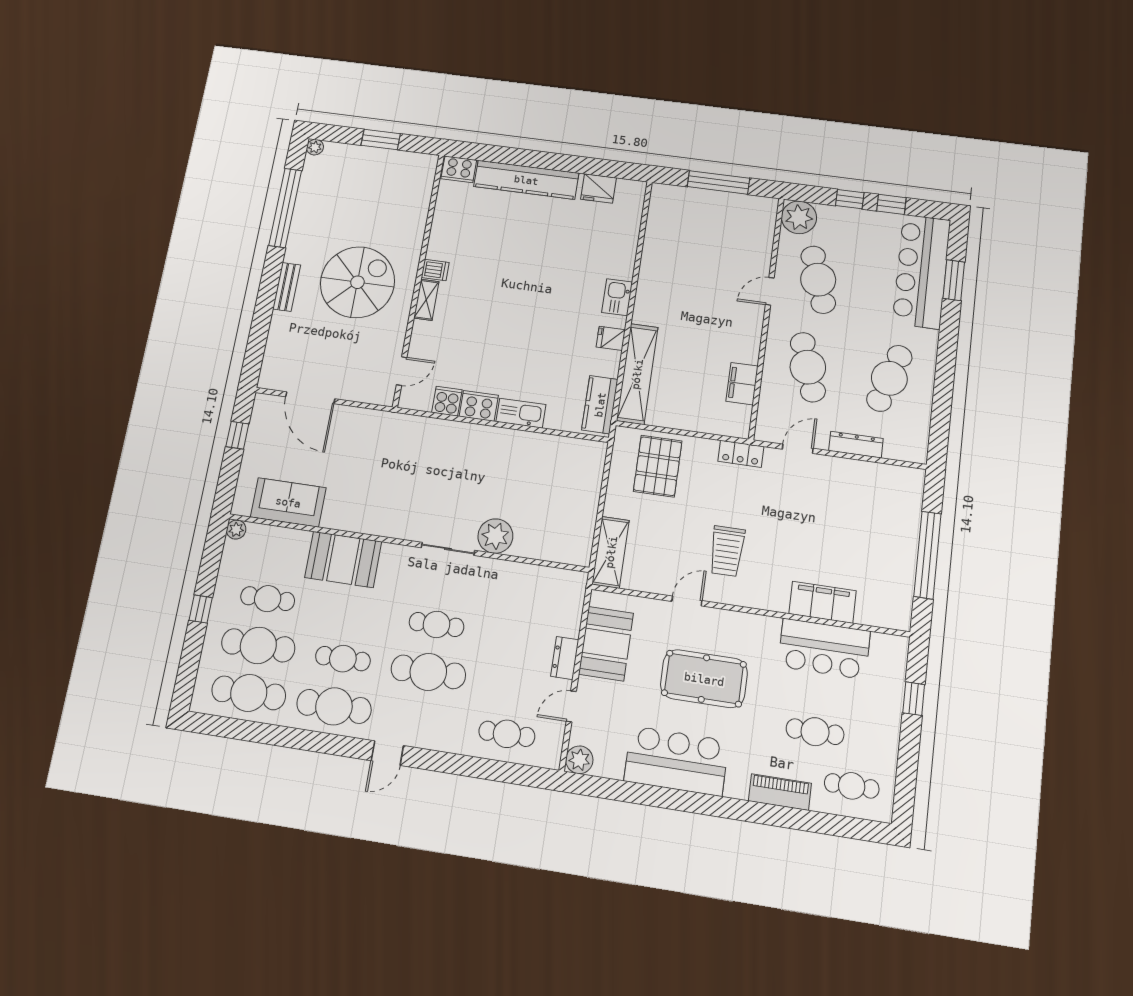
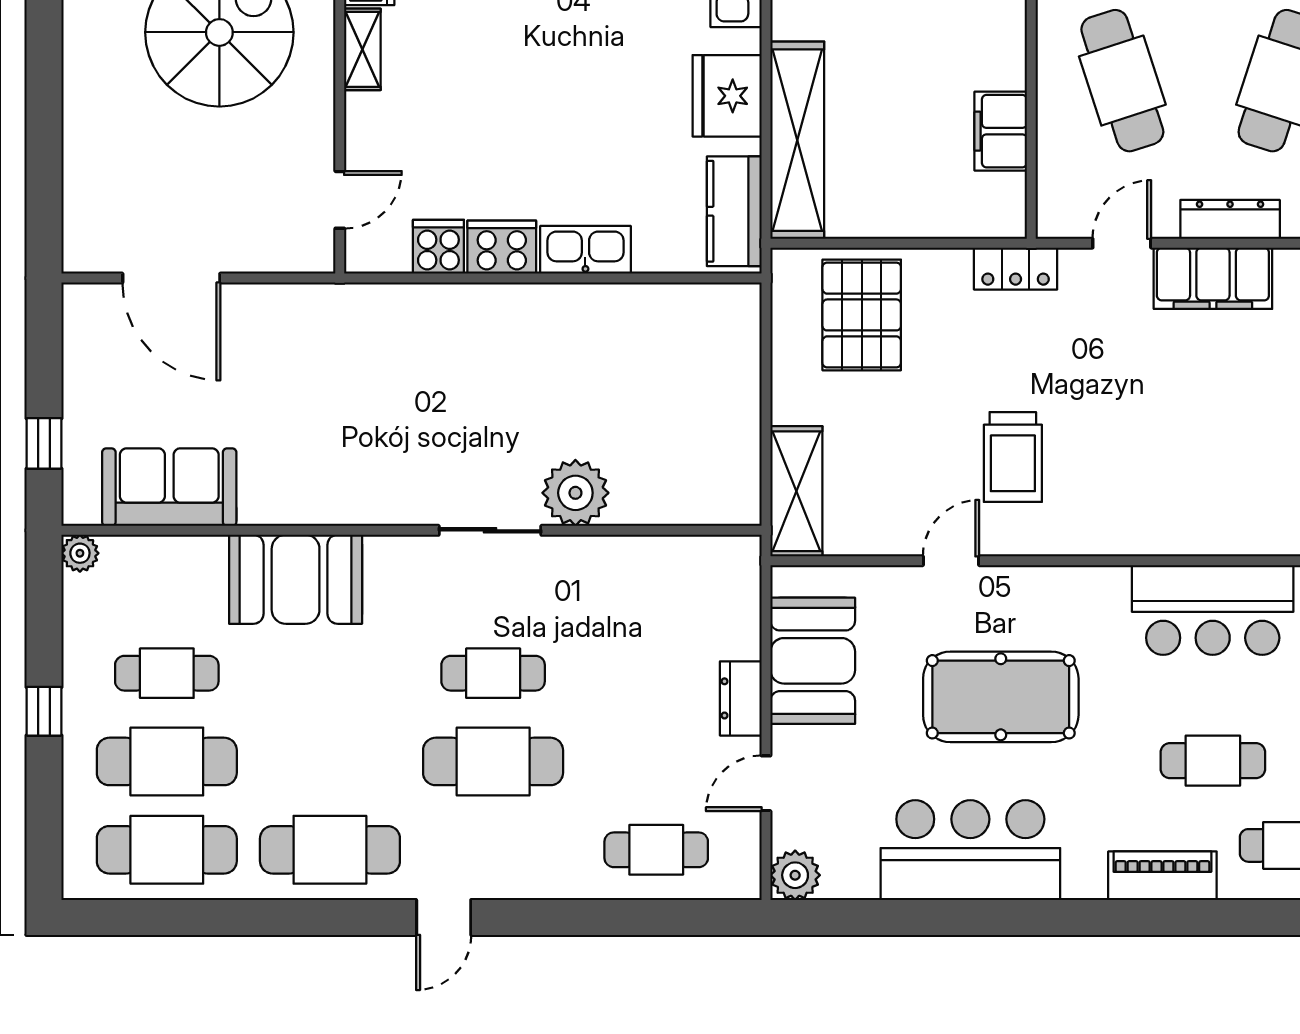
bench: (287, 287) -> (80, 62), removed
fridge: (611, 338) -> (727, 96), width x1.88, depth x1.34
window: (237, 435) -> (44, 443), moved
filing cabinet: (823, 602) -> (1213, 278), moved, turned 180
cafe table: (343, 659) -> (330, 761), removed

